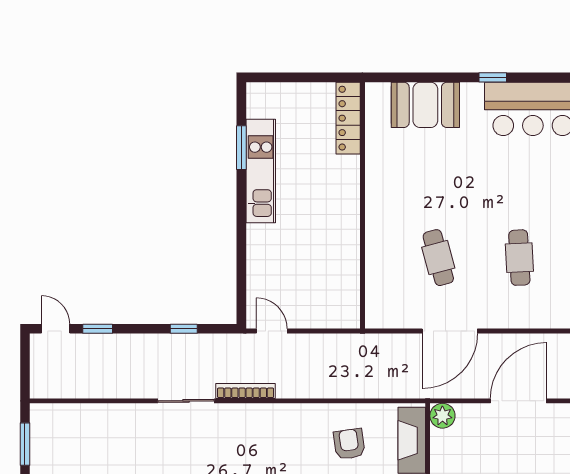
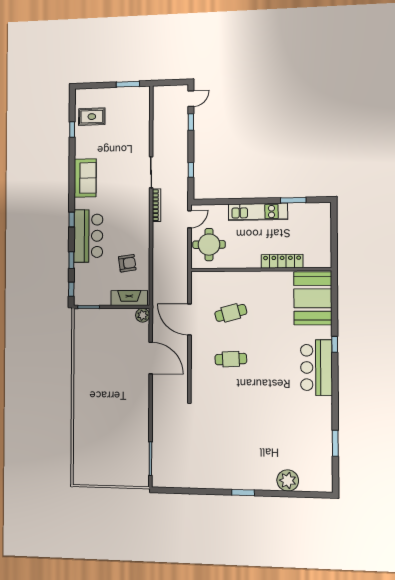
booth: (425, 105) -> (313, 298), width x1.36, depth x1.42
locker: (348, 118) -> (282, 261), moved
kitchen unit: (261, 171) -> (258, 212), moved
round table: (317, 296) -> (209, 245), added

